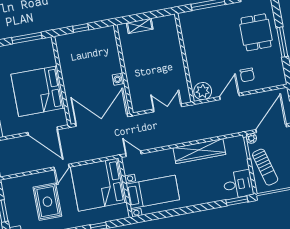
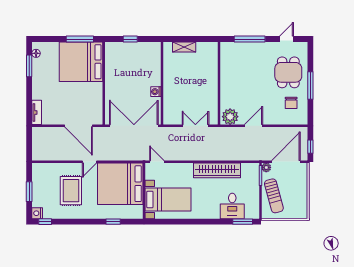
chair: (247, 75) -> (291, 103), moved
bed: (38, 91) -> (81, 62), moved
desk: (238, 184) -> (232, 206), moved, turned 90

